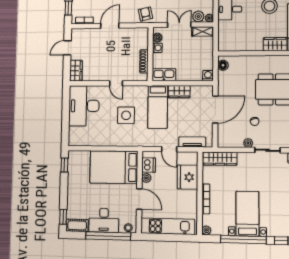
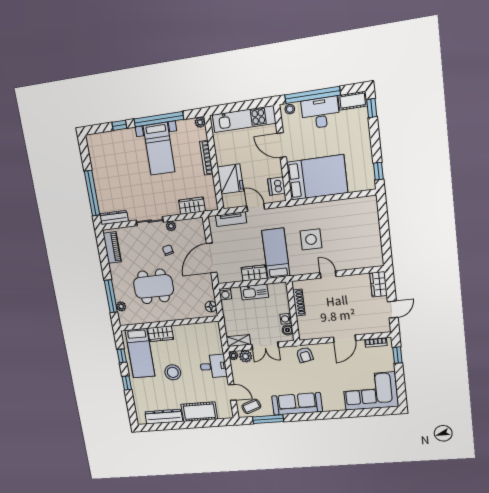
kitchen sink: (164, 75) -> (254, 292), moved
desk: (84, 106) -> (363, 244), removed
wardrobe: (220, 159) -> (192, 206), width x0.67
plant: (146, 178) -> (277, 171), removed

